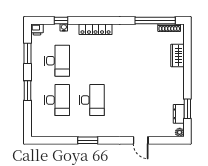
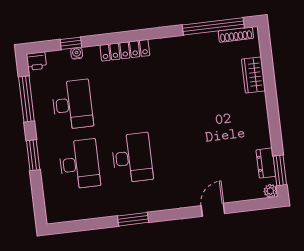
window: (28, 53) -> (26, 99), width x1.44
window: (187, 109) -> (280, 170), moved
door: (141, 140) -> (213, 210), swing flipped

